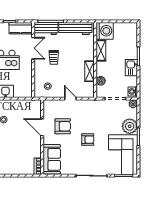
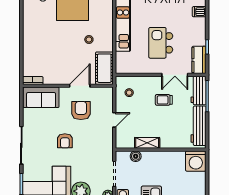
shelving: (101, 51) -> (172, 157), removed
cot: (27, 107) -> (104, 68), added
armchair: (63, 126) -> (81, 111), turned 180

